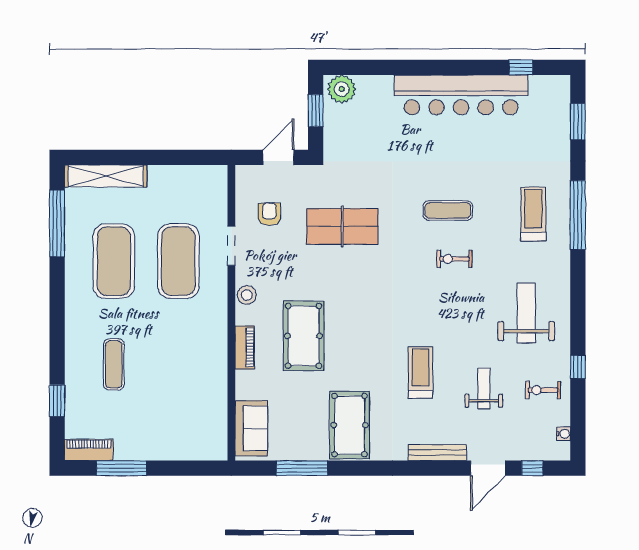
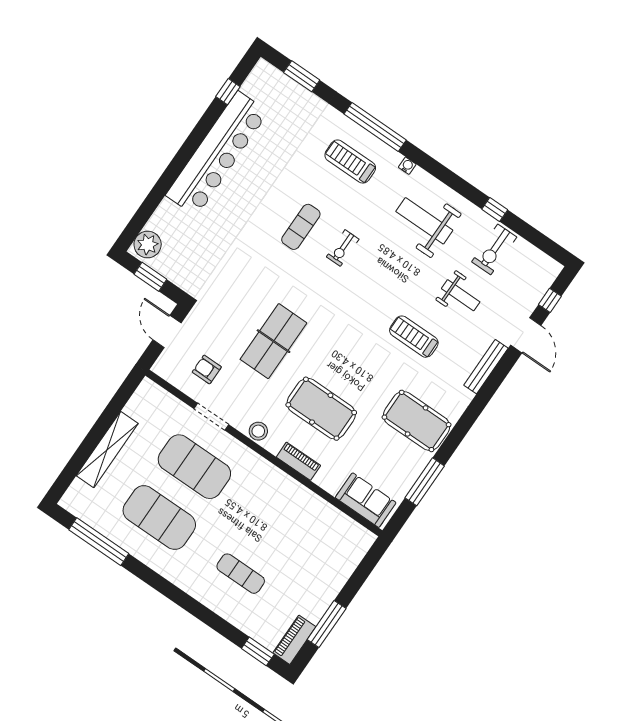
shelving: (106, 176) -> (107, 450), moved
table tennis table: (342, 226) -> (273, 341), moved
weight bench: (484, 388) -> (461, 295), turned 180
exercise bike: (543, 390) -> (494, 249), width x1.38, depth x1.39
window: (57, 401) -> (258, 651), moved
water cooler: (564, 434) -> (407, 166), moved

